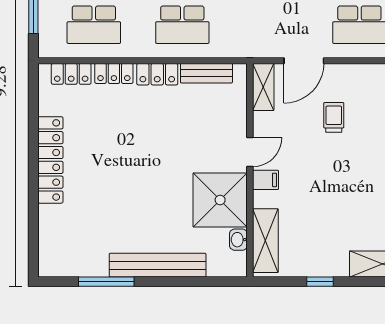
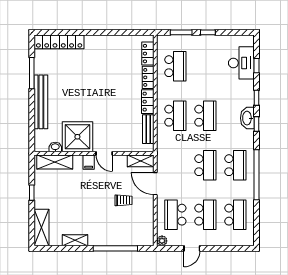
school desk: (94, 25) -> (175, 66), turned 180
school desk: (182, 25) -> (175, 116), turned 180
locker: (50, 160) -> (59, 42), moved

